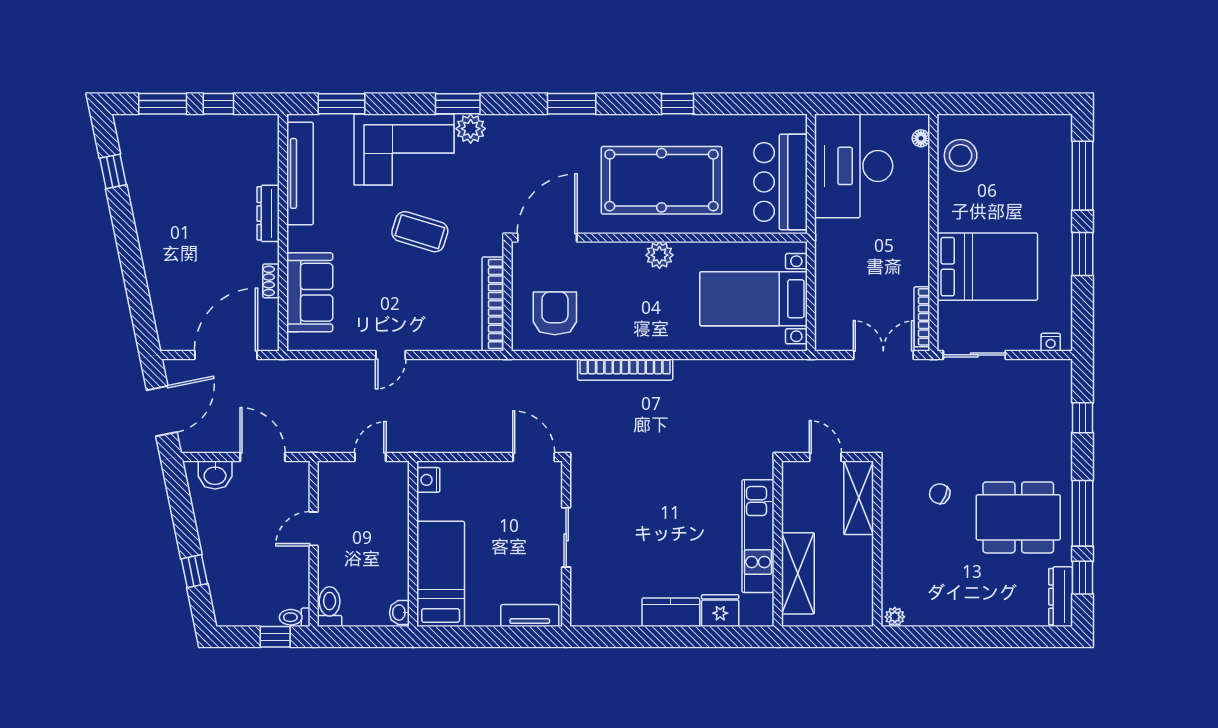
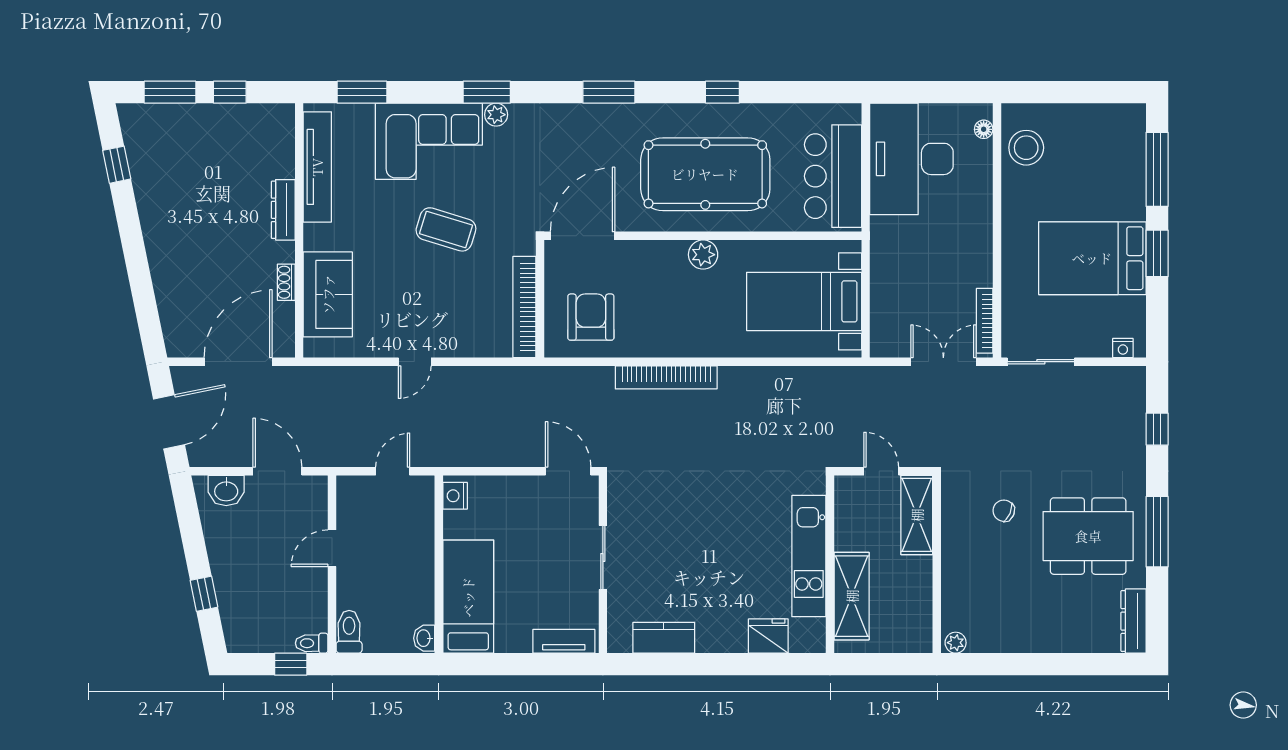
plant: (471, 129) -> (496, 115), width x0.73, depth x0.73
bed: (987, 267) -> (1092, 258), moved, turned 180
window: (1083, 578) -> (1157, 601), removed
kitchen counter: (671, 612) -> (664, 638), moved

